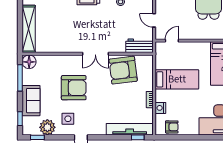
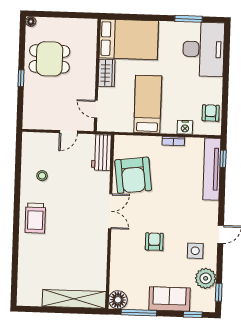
wardrobe: (199, 48) -> (107, 73), added
armchair: (74, 88) -> (154, 242), width x0.53, depth x0.53

